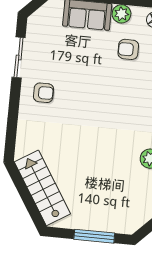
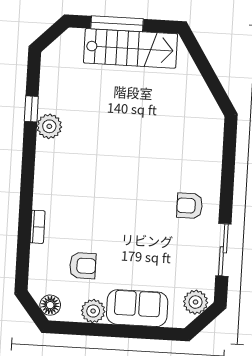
plant: (42, 18) -> (196, 302), added
stairs: (42, 188) -> (131, 48), moved, turned -58

